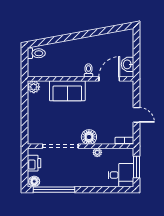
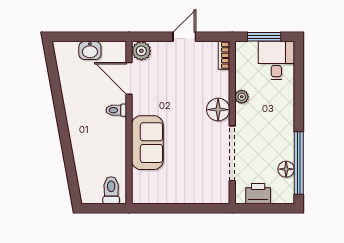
toilet: (36, 53) -> (111, 190), moved
washbasin: (128, 64) -> (90, 50), moved
plant: (34, 87) -> (141, 51), moved
floor lamp: (34, 181) -> (286, 169), moved

